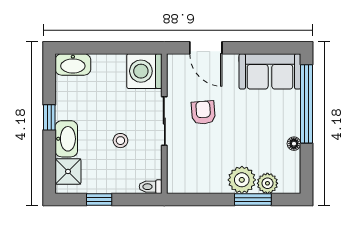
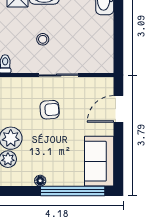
washing machine: (144, 71) -> (99, 59), removed
armchair: (203, 113) -> (50, 110), moved

